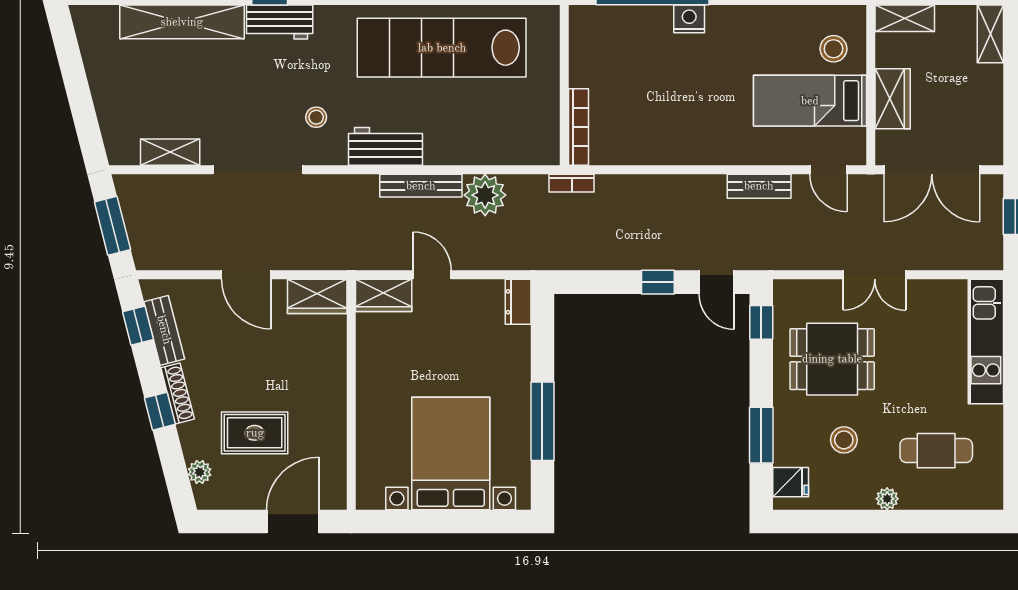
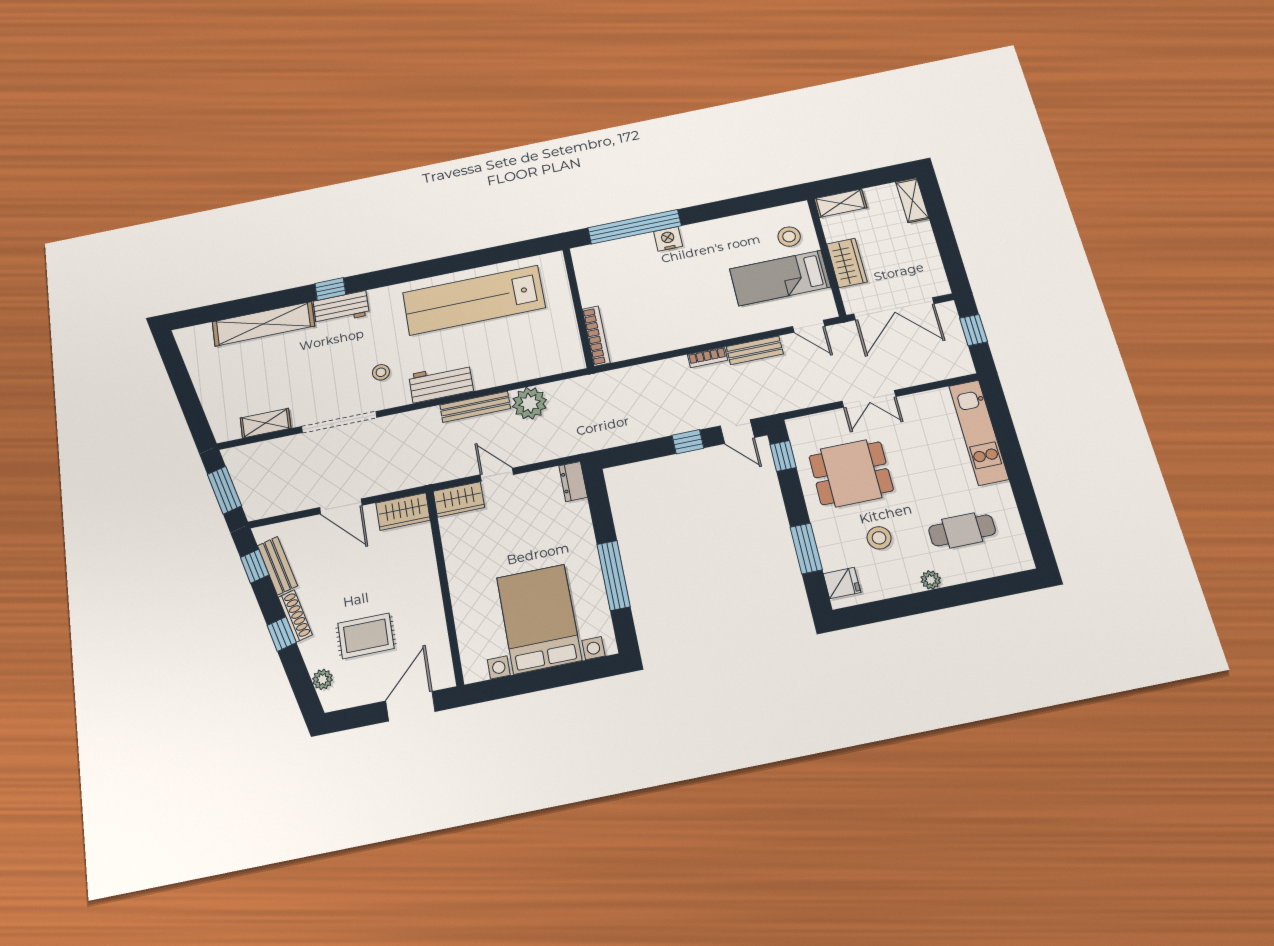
bookcase: (572, 183) -> (707, 357), moved

